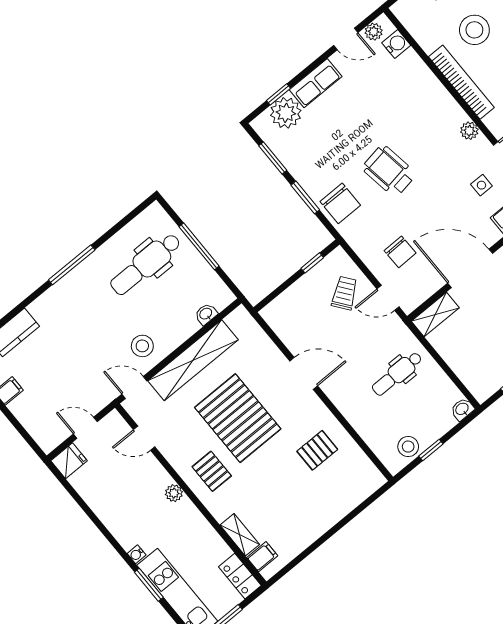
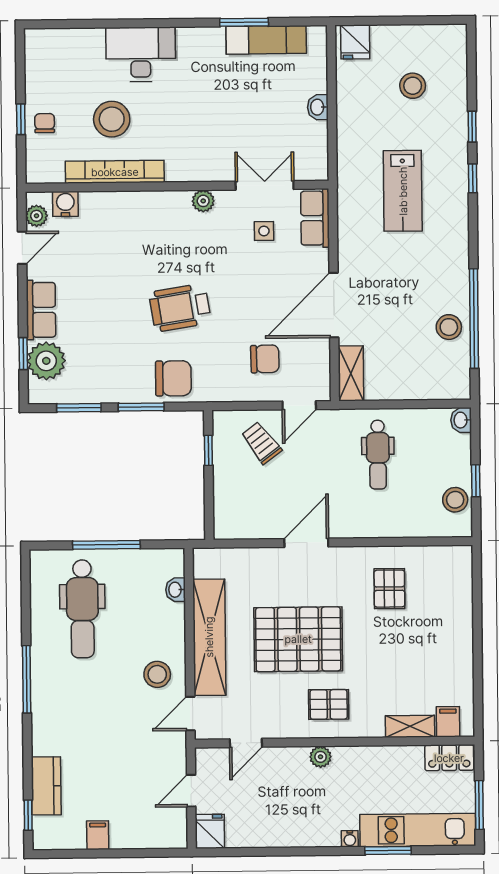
bookcase: (461, 82) -> (115, 172), moved

